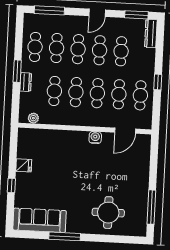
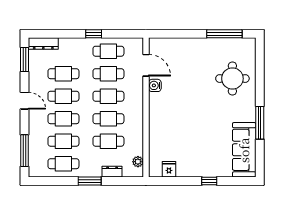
dresser: (26, 82) -> (112, 172), moved
water cooler: (95, 138) -> (155, 85), moved
fridge: (24, 165) -> (169, 169), moved

